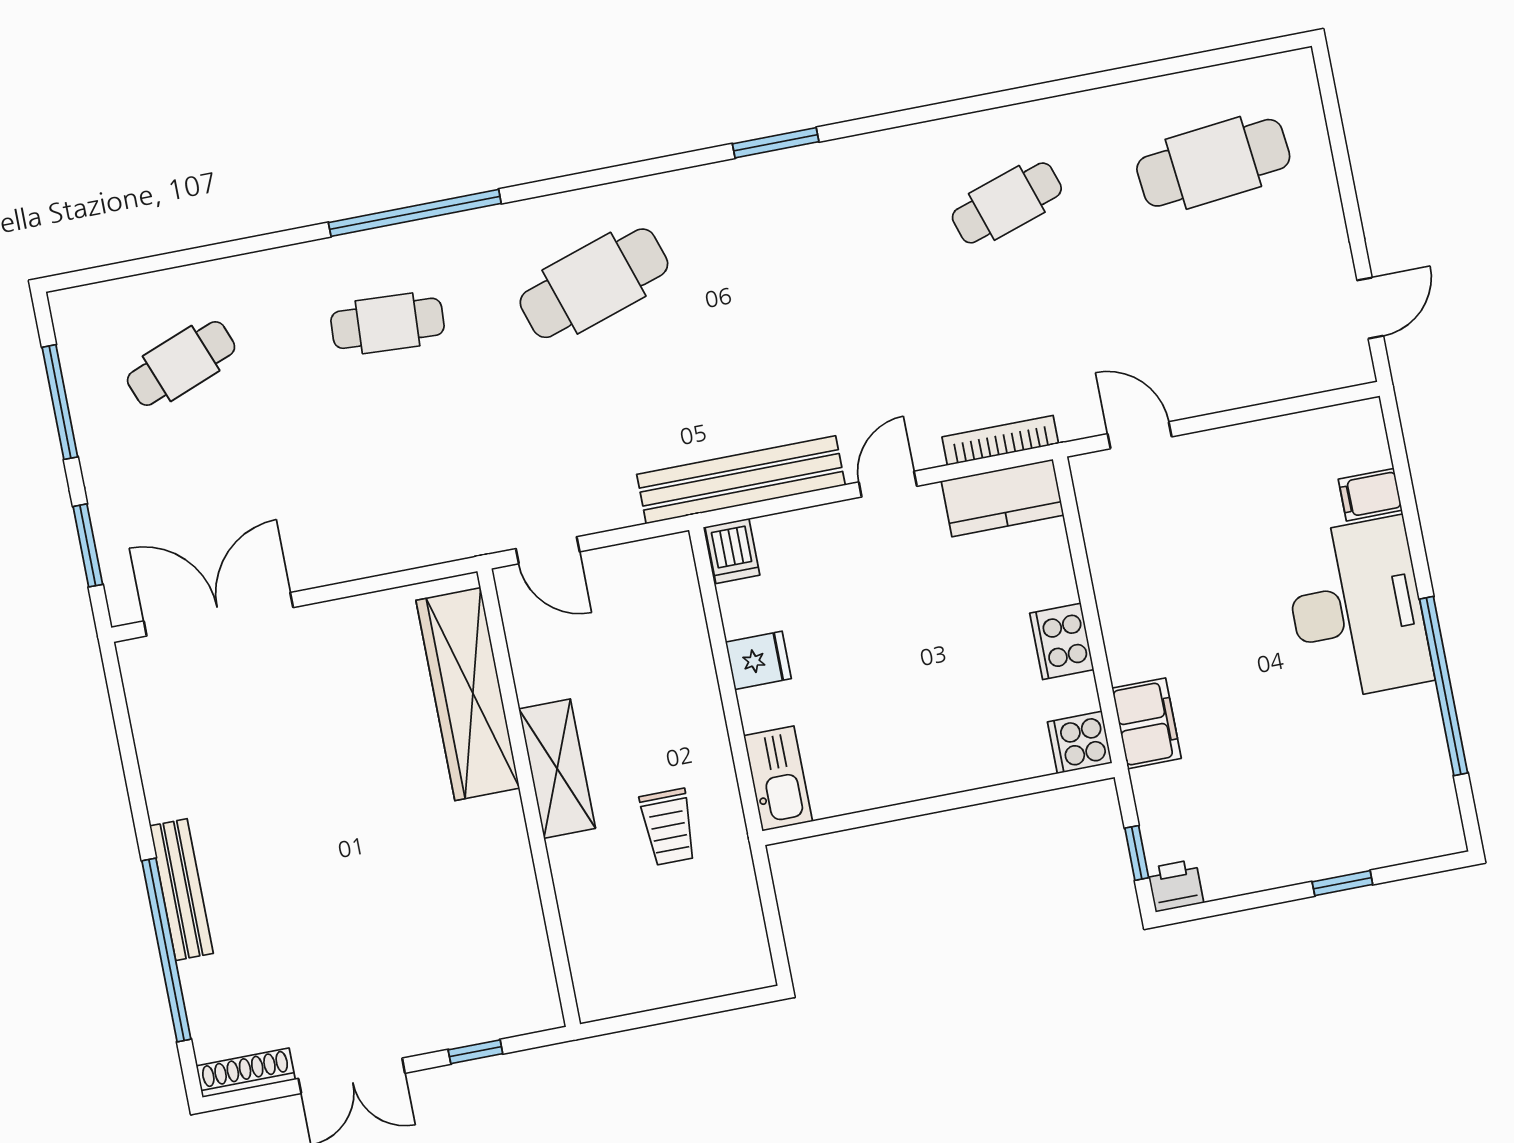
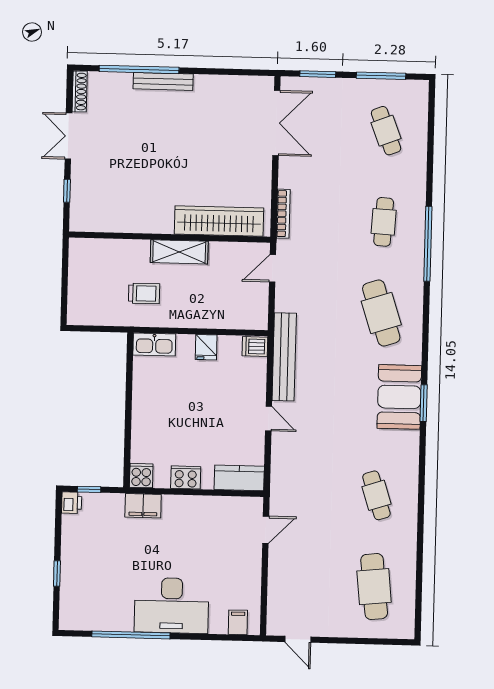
booth: (774, 201) -> (399, 397), added
bookcase: (1000, 440) -> (283, 214), moved
filing cabinet: (1370, 495) -> (238, 622), moved
kitchen counter: (1003, 498) -> (239, 478), moved, turned 90
trolley: (668, 827) -> (144, 293), turned 180

